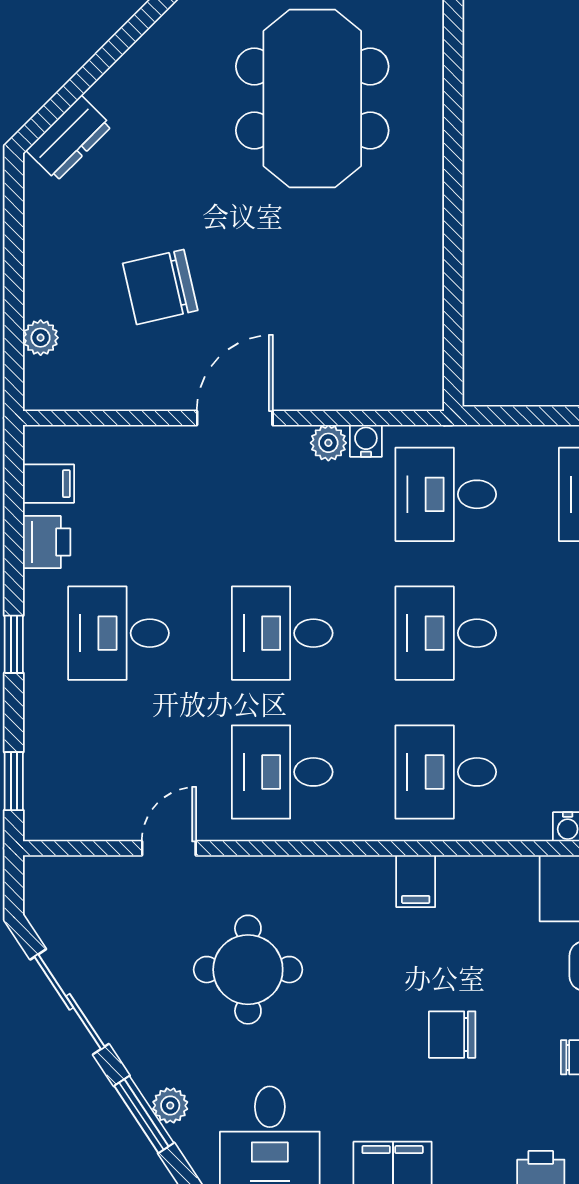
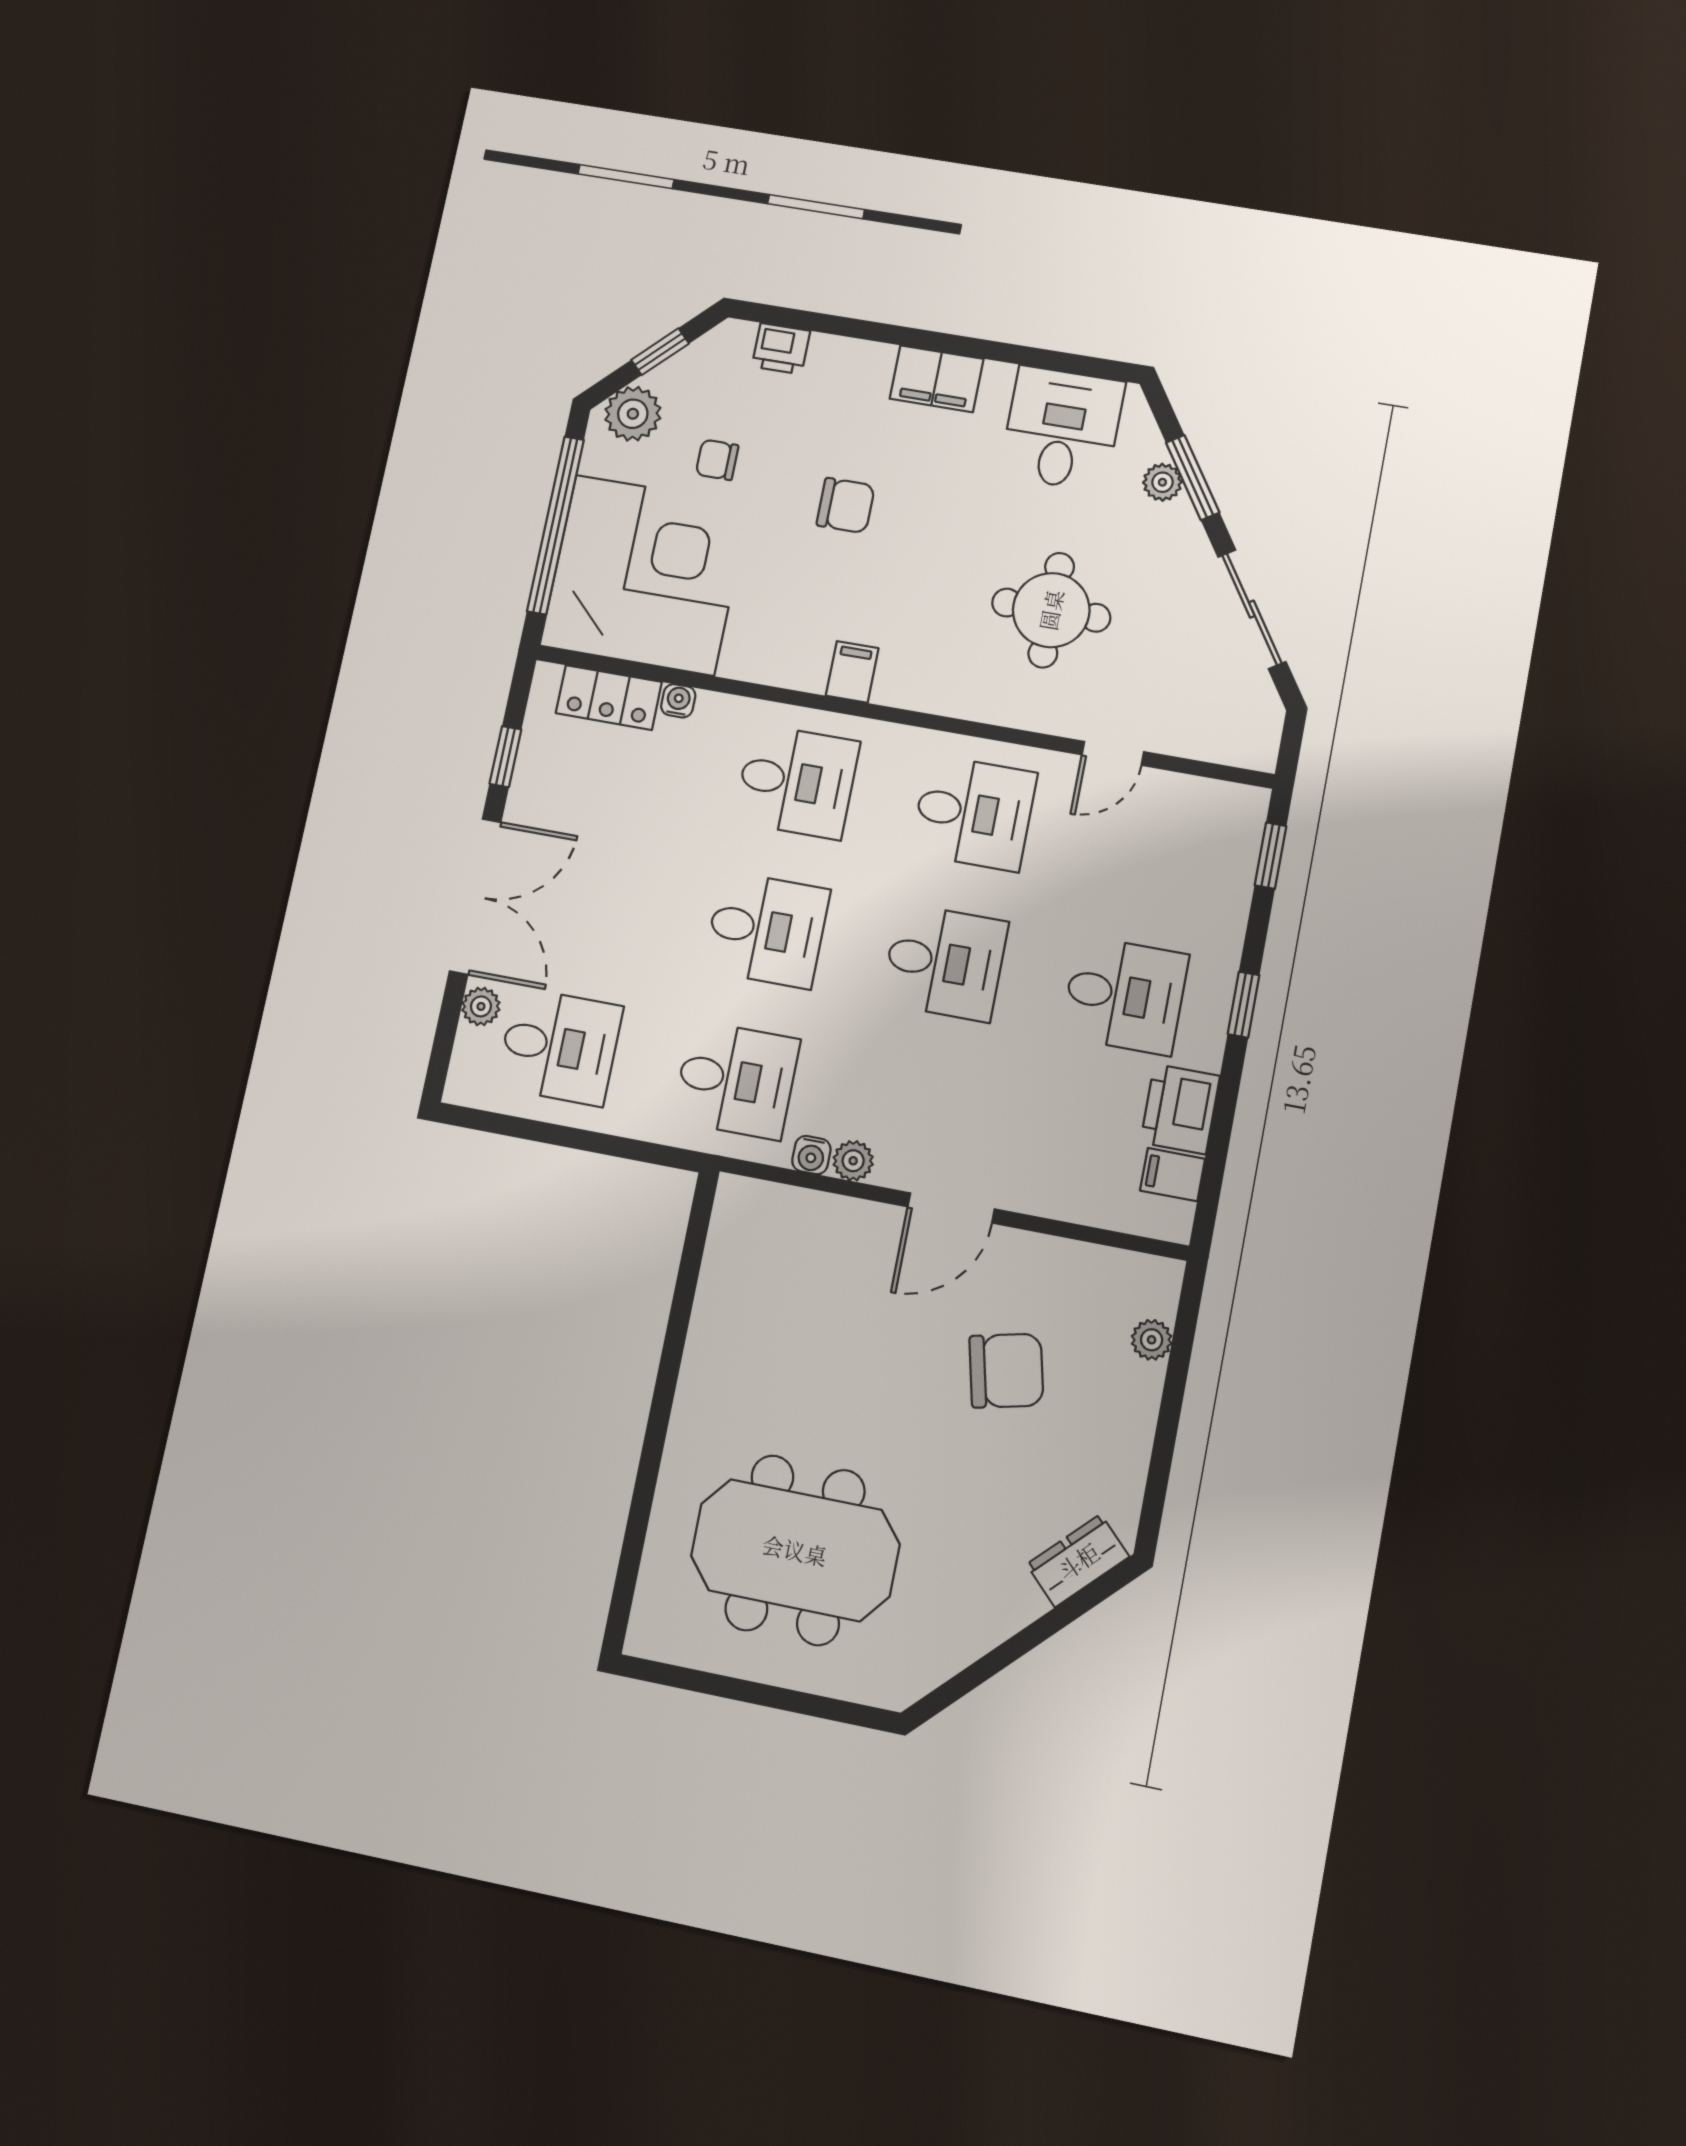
meeting table: (312, 98) -> (795, 1550), turned 90
printer: (47, 542) -> (1180, 1109), width x1.36, depth x1.24

